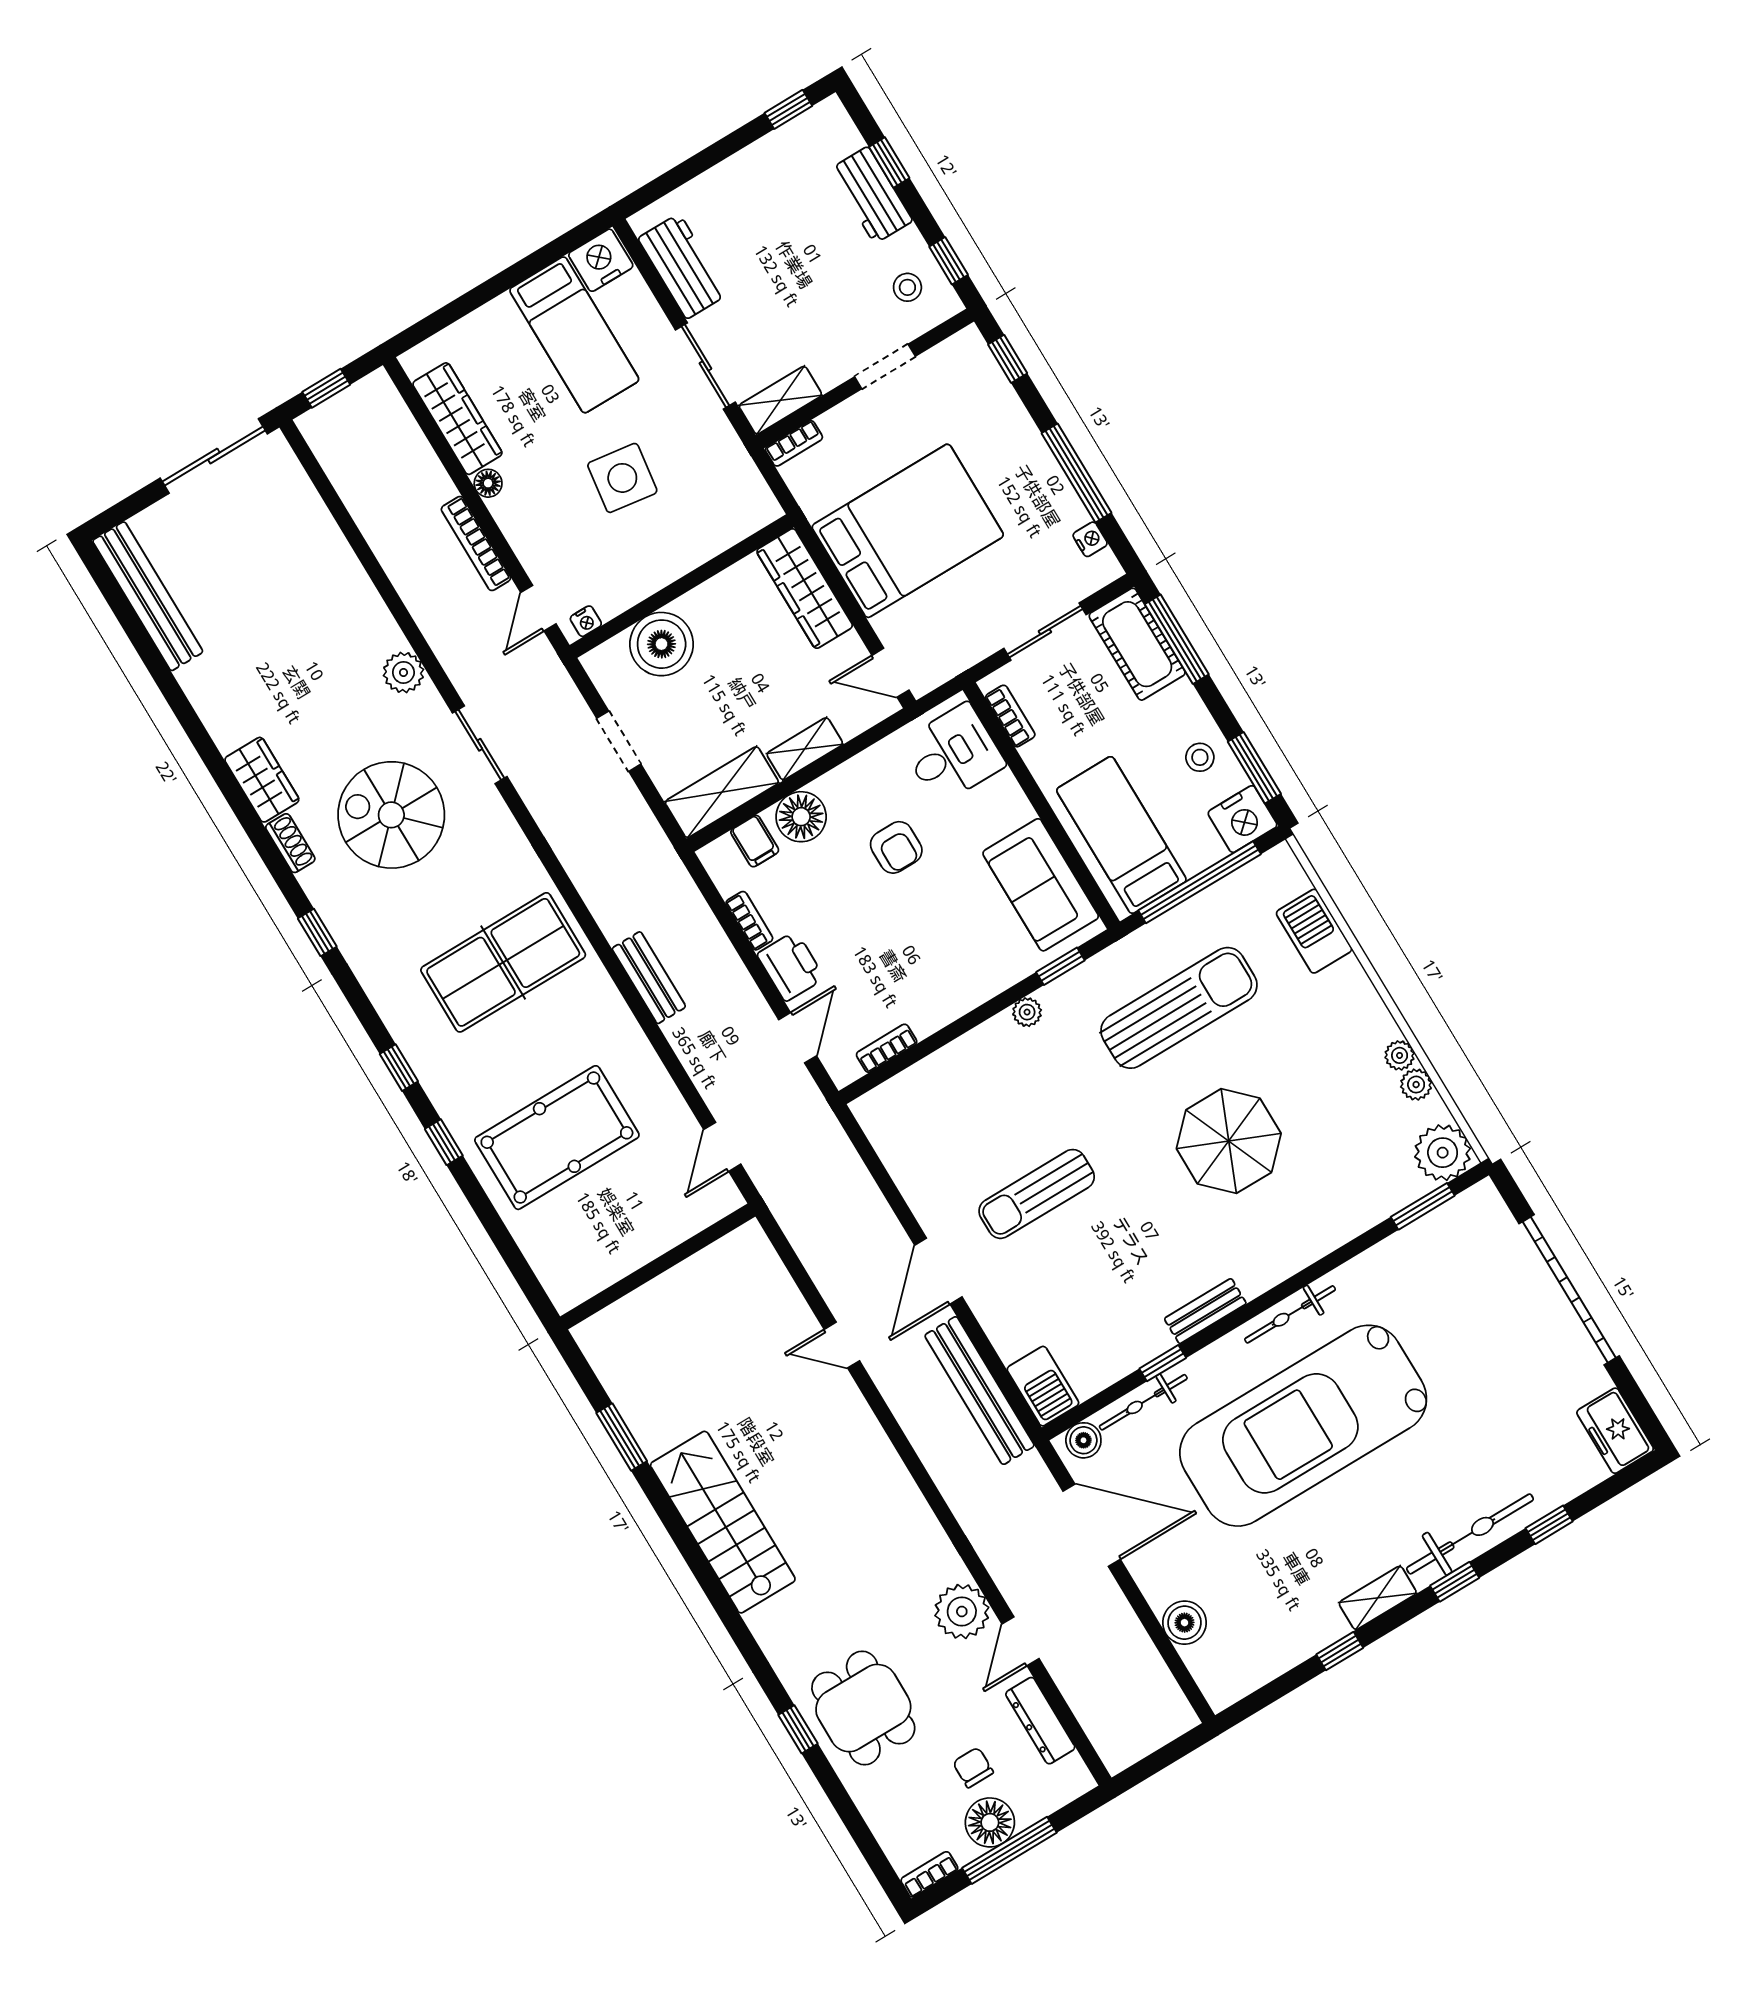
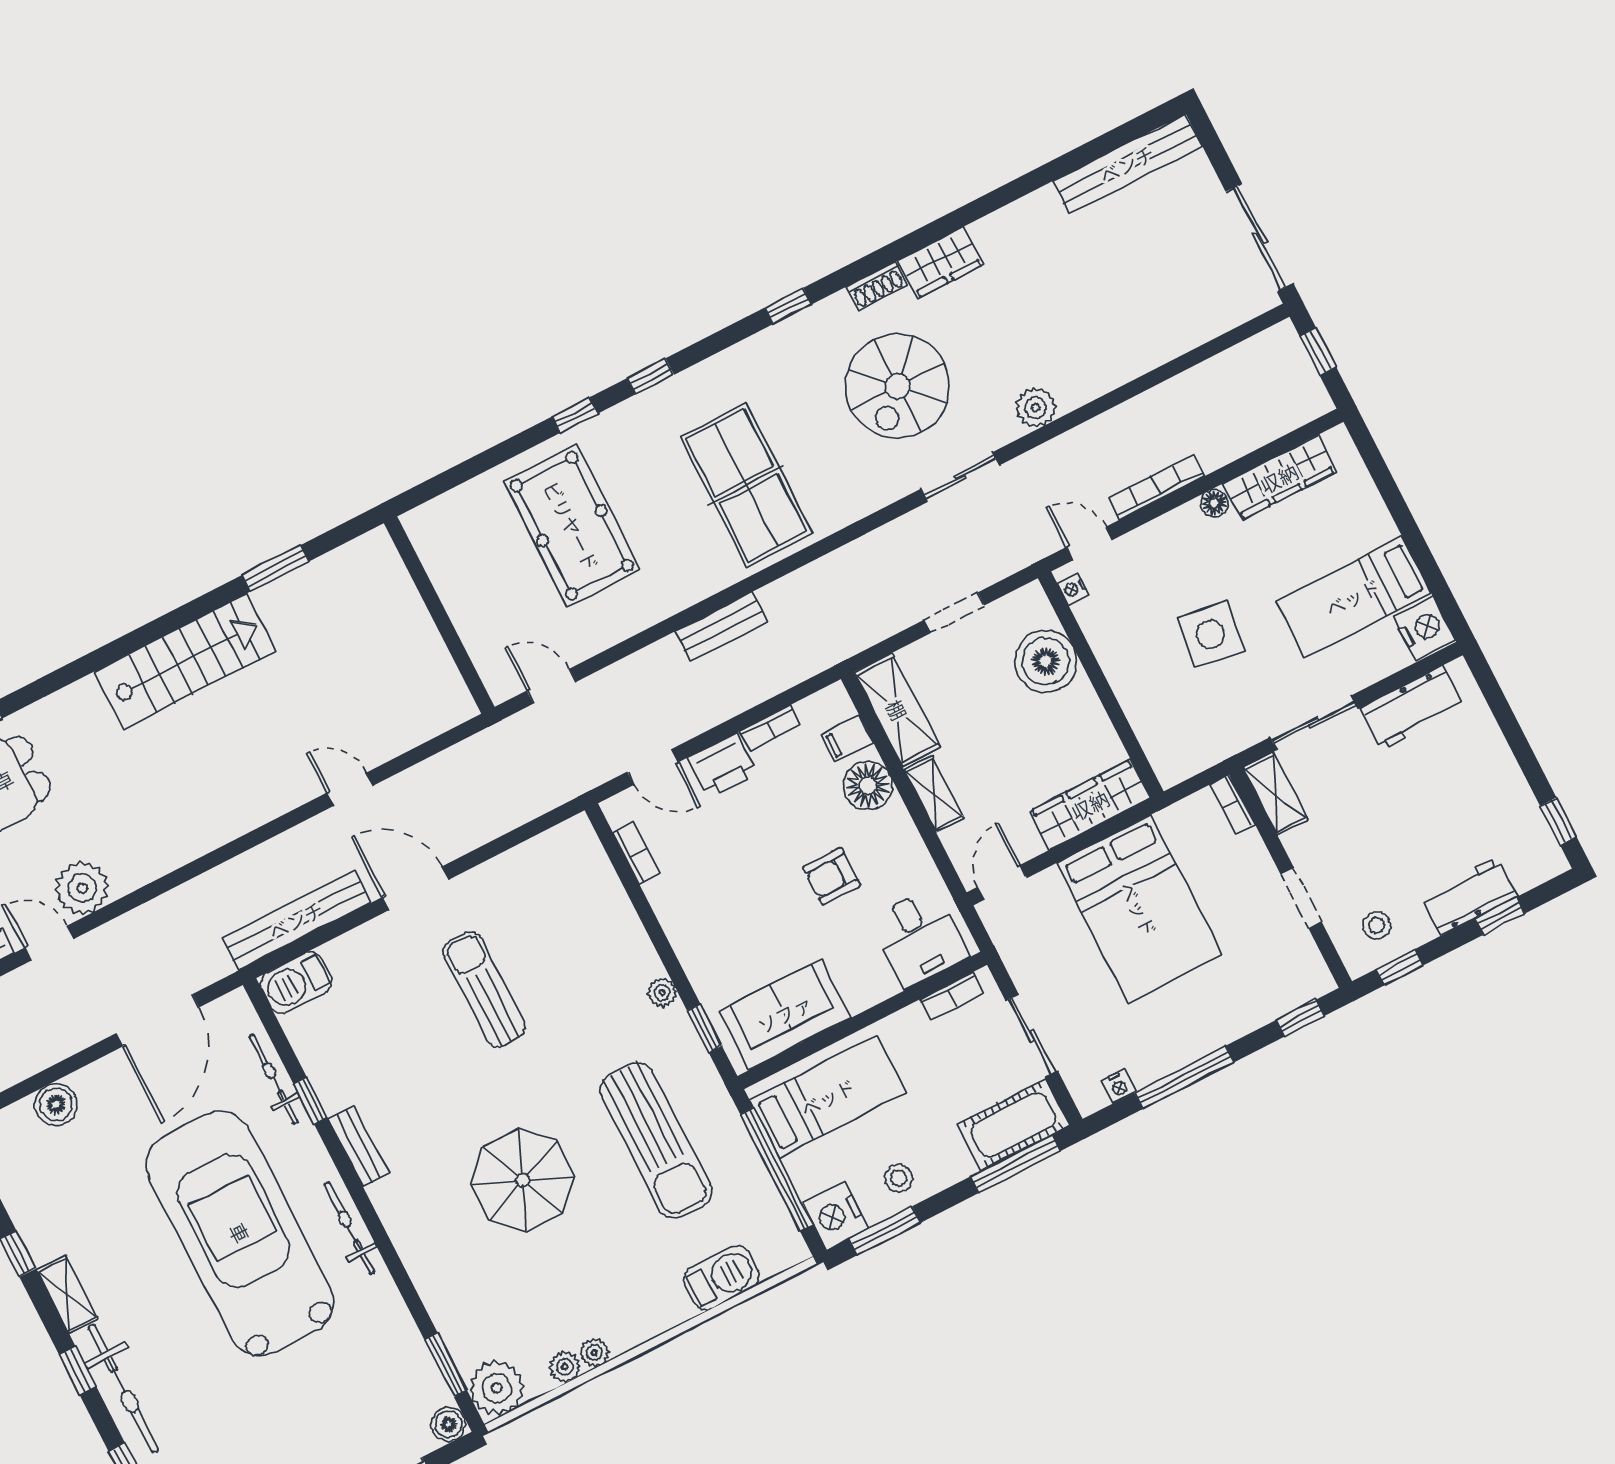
spiral stairs: (391, 815) -> (898, 386), turned 180
door: (842, 1345) -> (350, 789), hinge flipped
boiler: (1083, 1440) -> (448, 1424), moved

